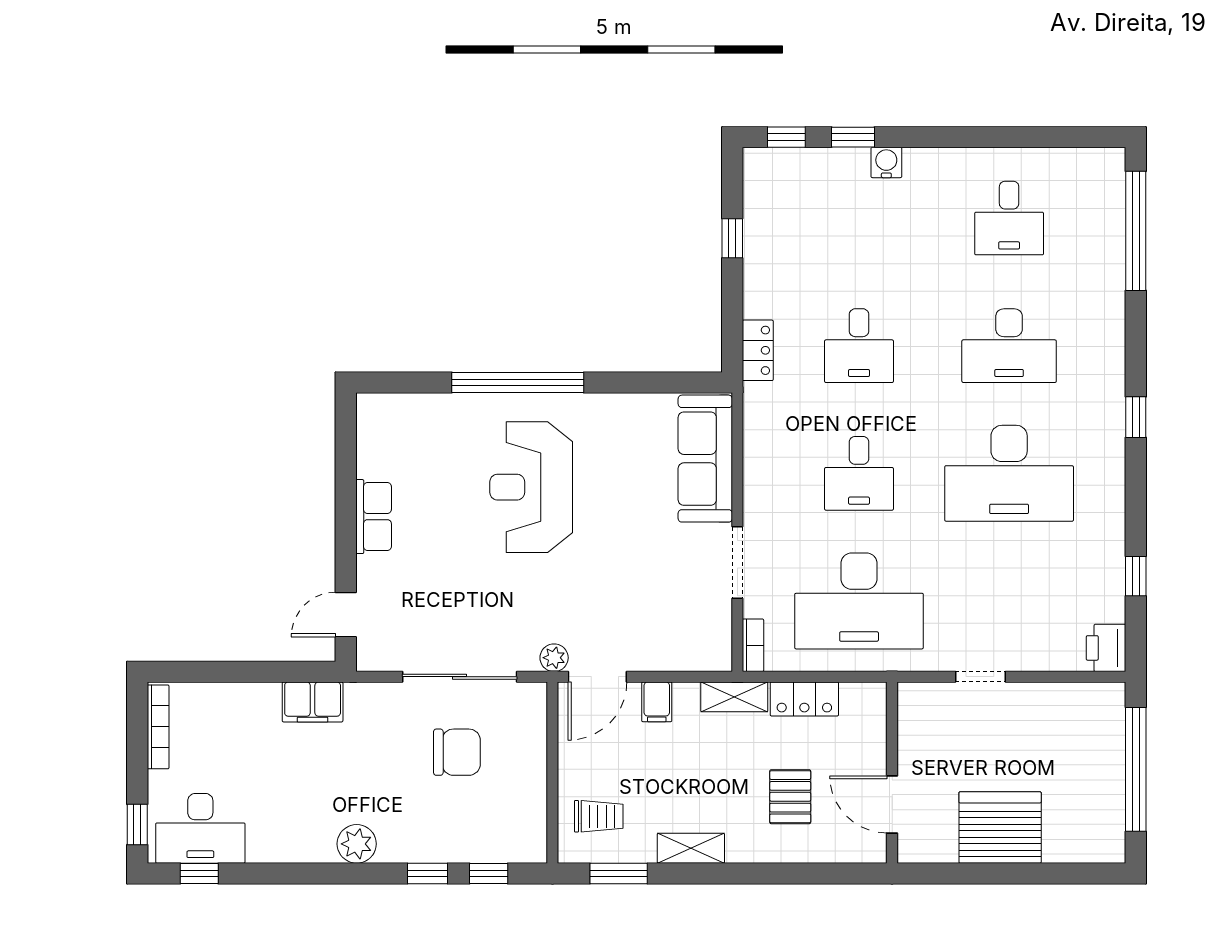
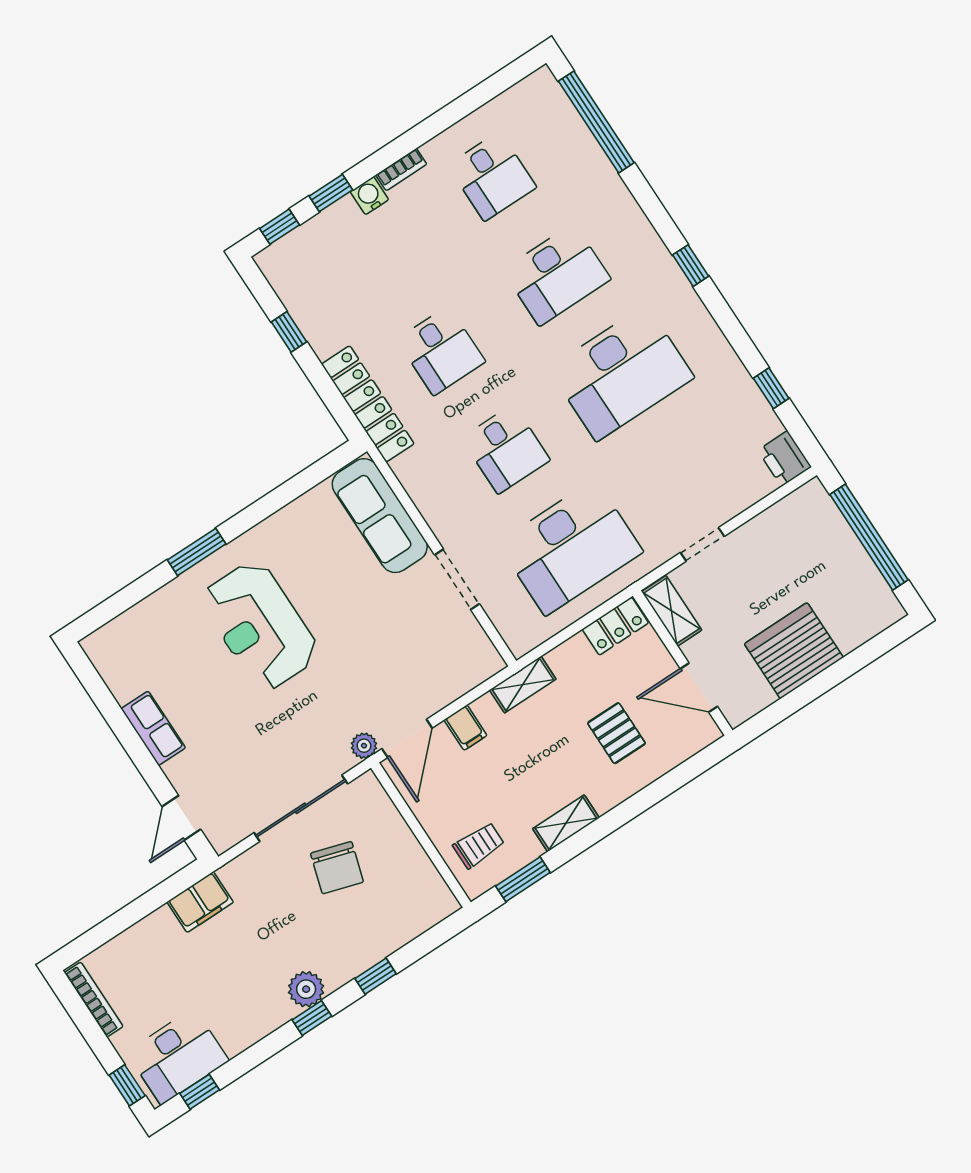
locker: (758, 350) -> (368, 404), width x2.16, depth x1.21
window: (518, 383) -> (197, 552), width x0.47
bookcase: (753, 645) -> (401, 169), moved, turned 90
locker: (804, 699) -> (615, 626), moved
shelving: (913, 719) -> (672, 611), added
chair: (457, 752) -> (337, 868), turned 107
window: (489, 873) -> (312, 1018), moved

